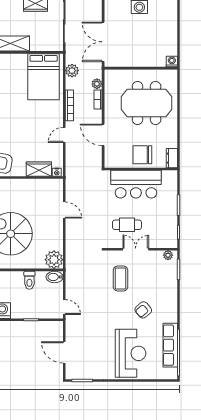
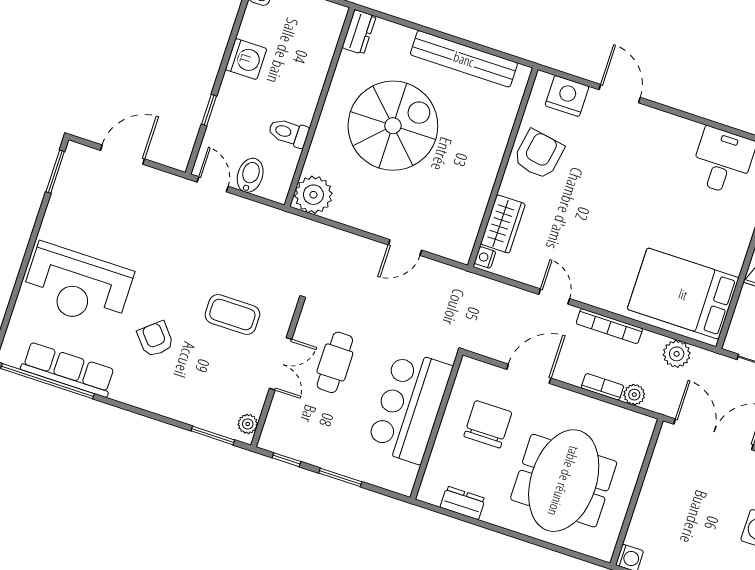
chair: (142, 155) -> (488, 424), moved
dresser: (172, 158) -> (463, 503), moved
bidet: (55, 277) -> (250, 175), moved
door: (64, 307) -> (213, 184), swing flipped

